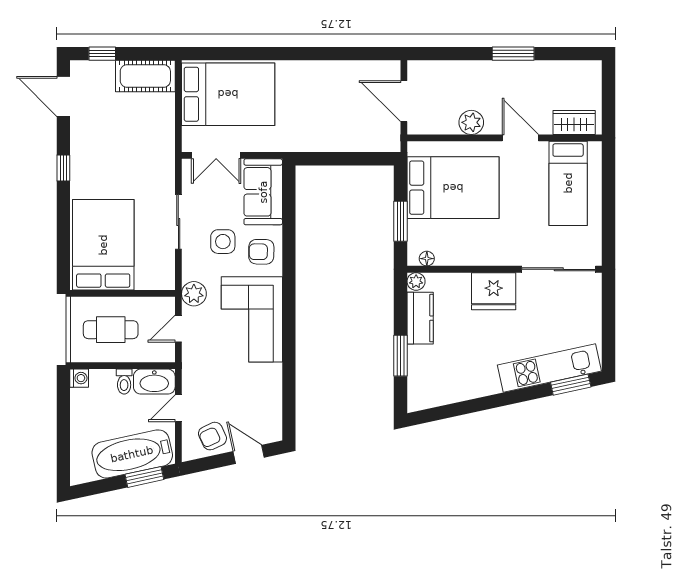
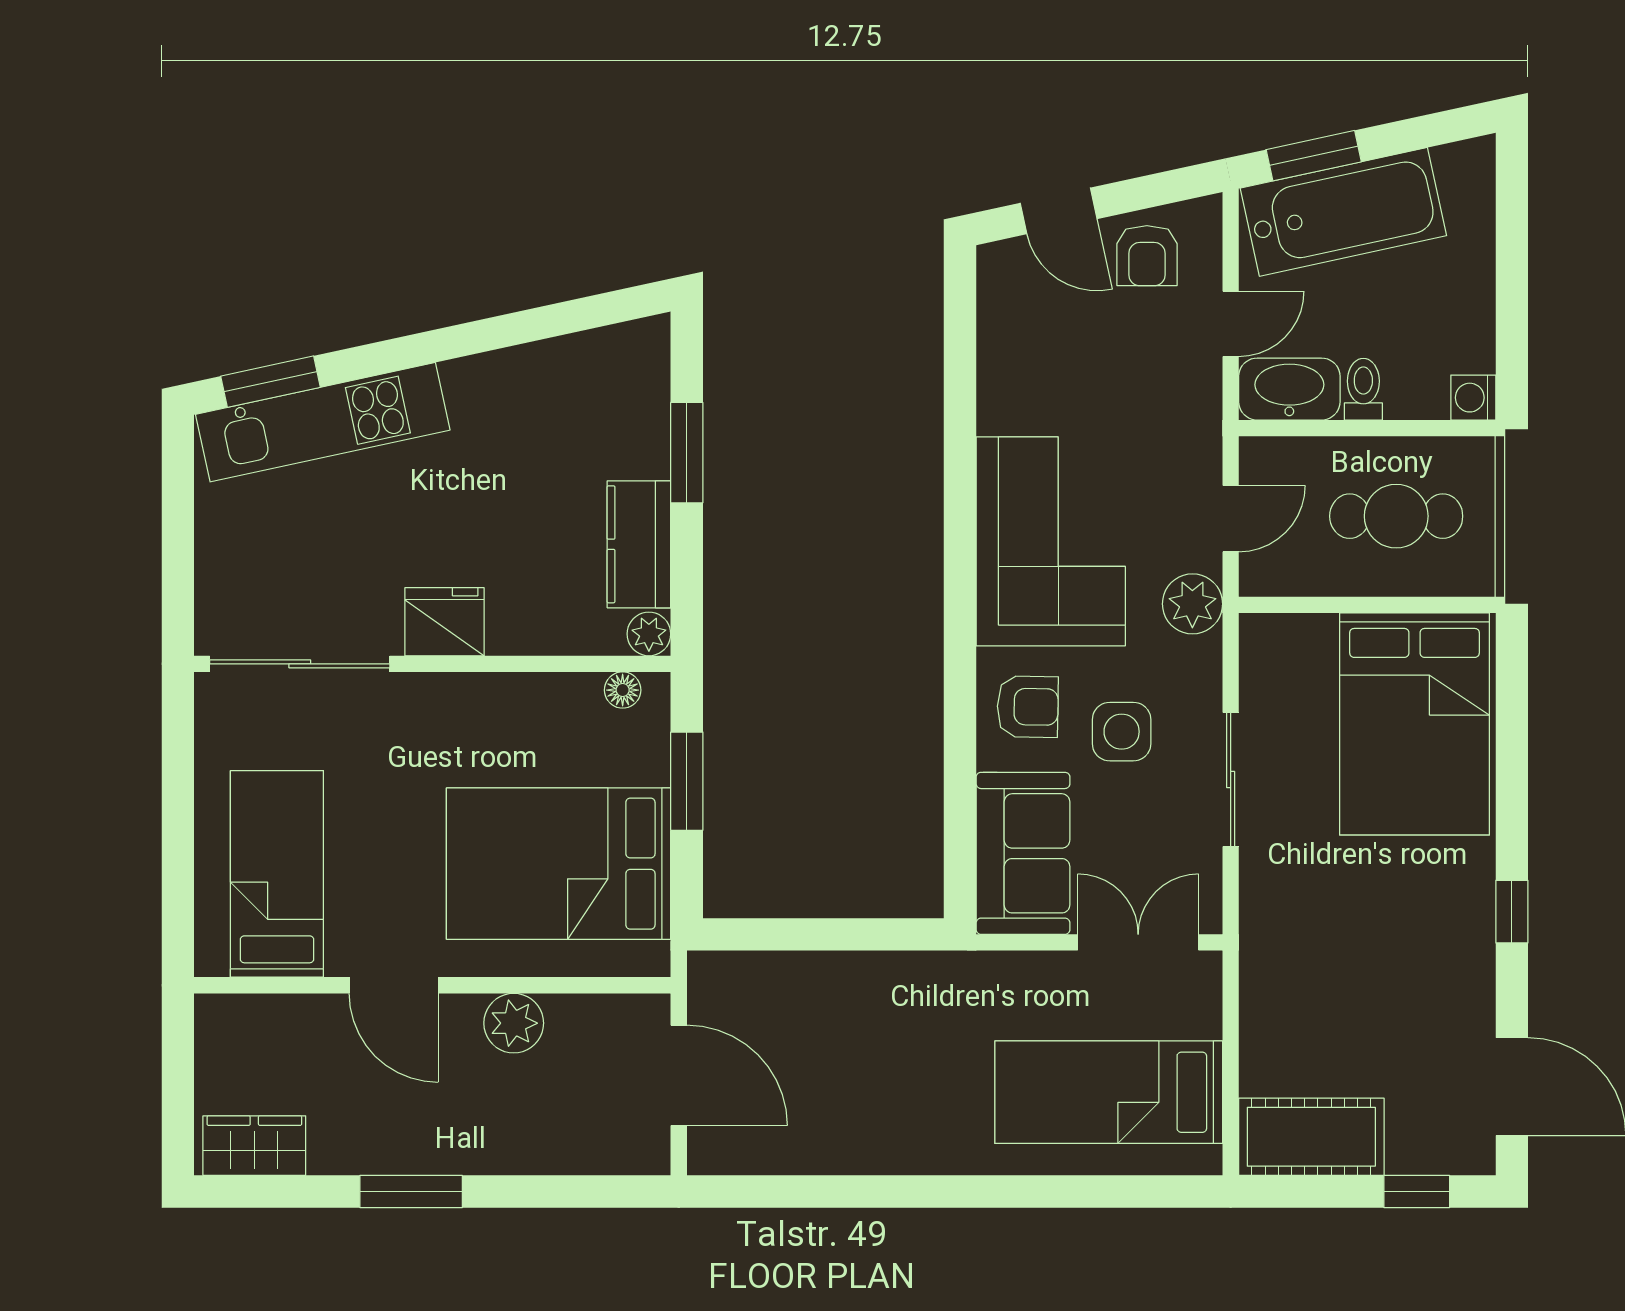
bed: (228, 94) -> (1109, 1092), width x0.67
wardrobe: (574, 122) -> (254, 1146), moved, turned 180
fridge: (494, 291) -> (444, 622), width x0.73, depth x0.75
armchair: (212, 436) -> (1147, 256), turned 115

